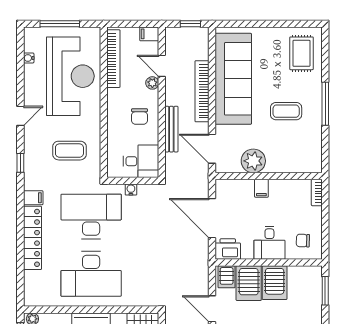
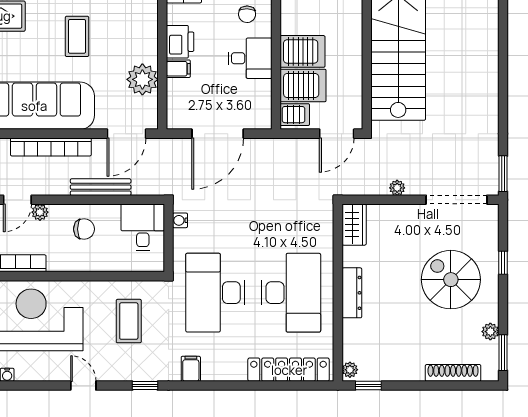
water cooler: (131, 190) -> (180, 220), moved
locker: (32, 238) -> (289, 370), moved
printer: (228, 249) -> (180, 42), moved, turned 180

